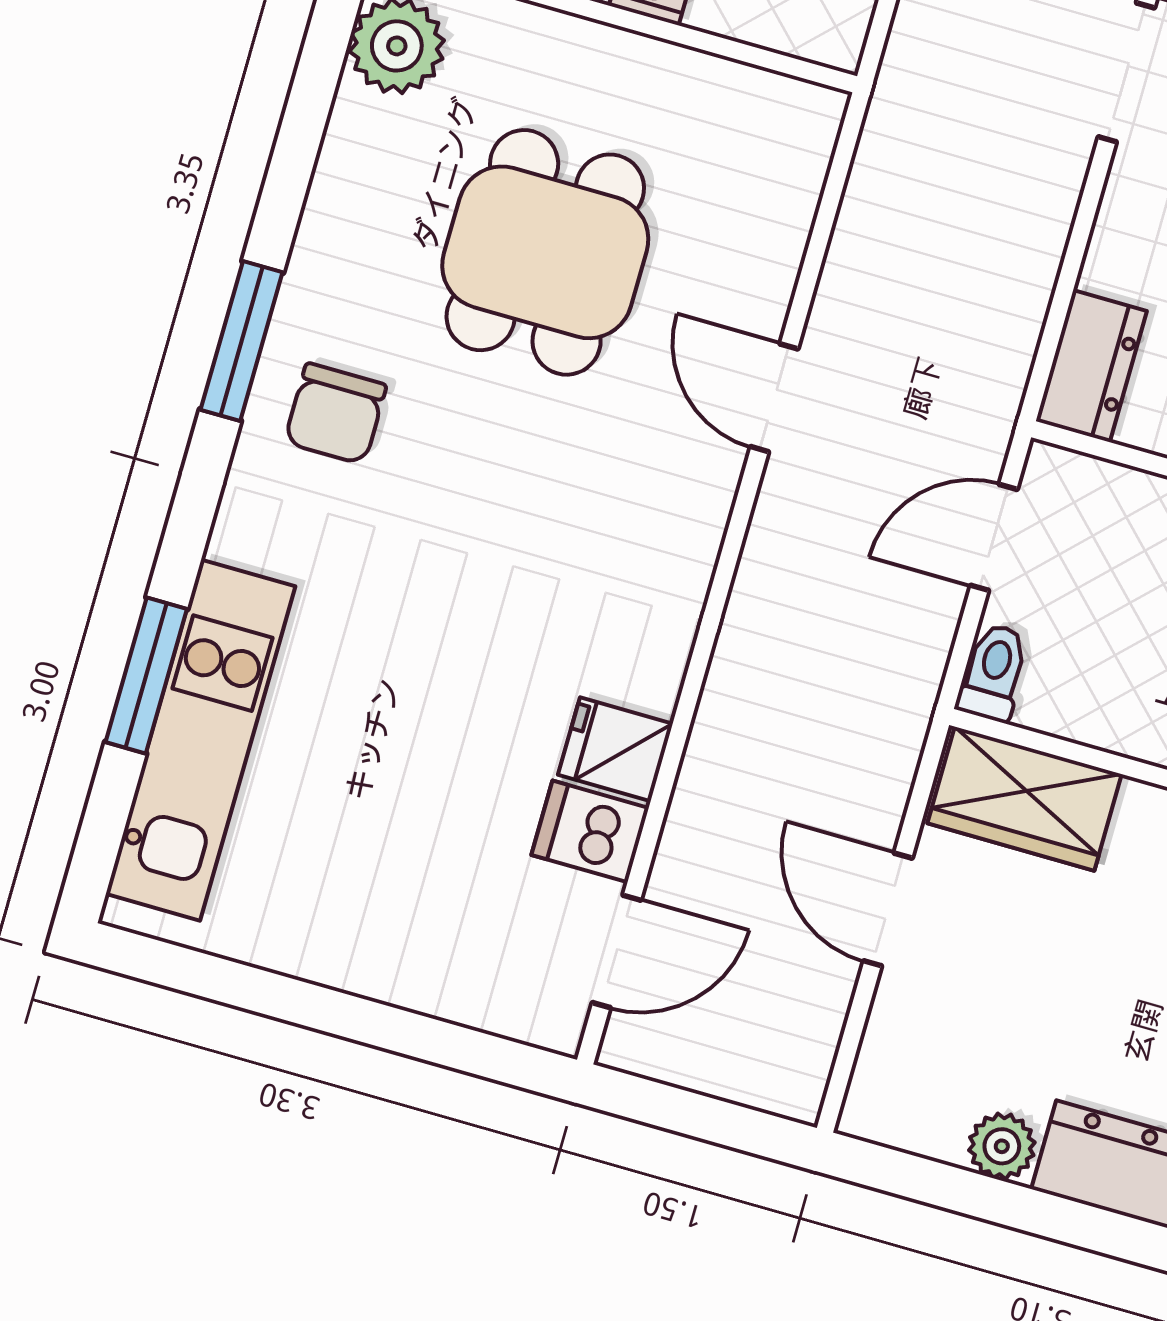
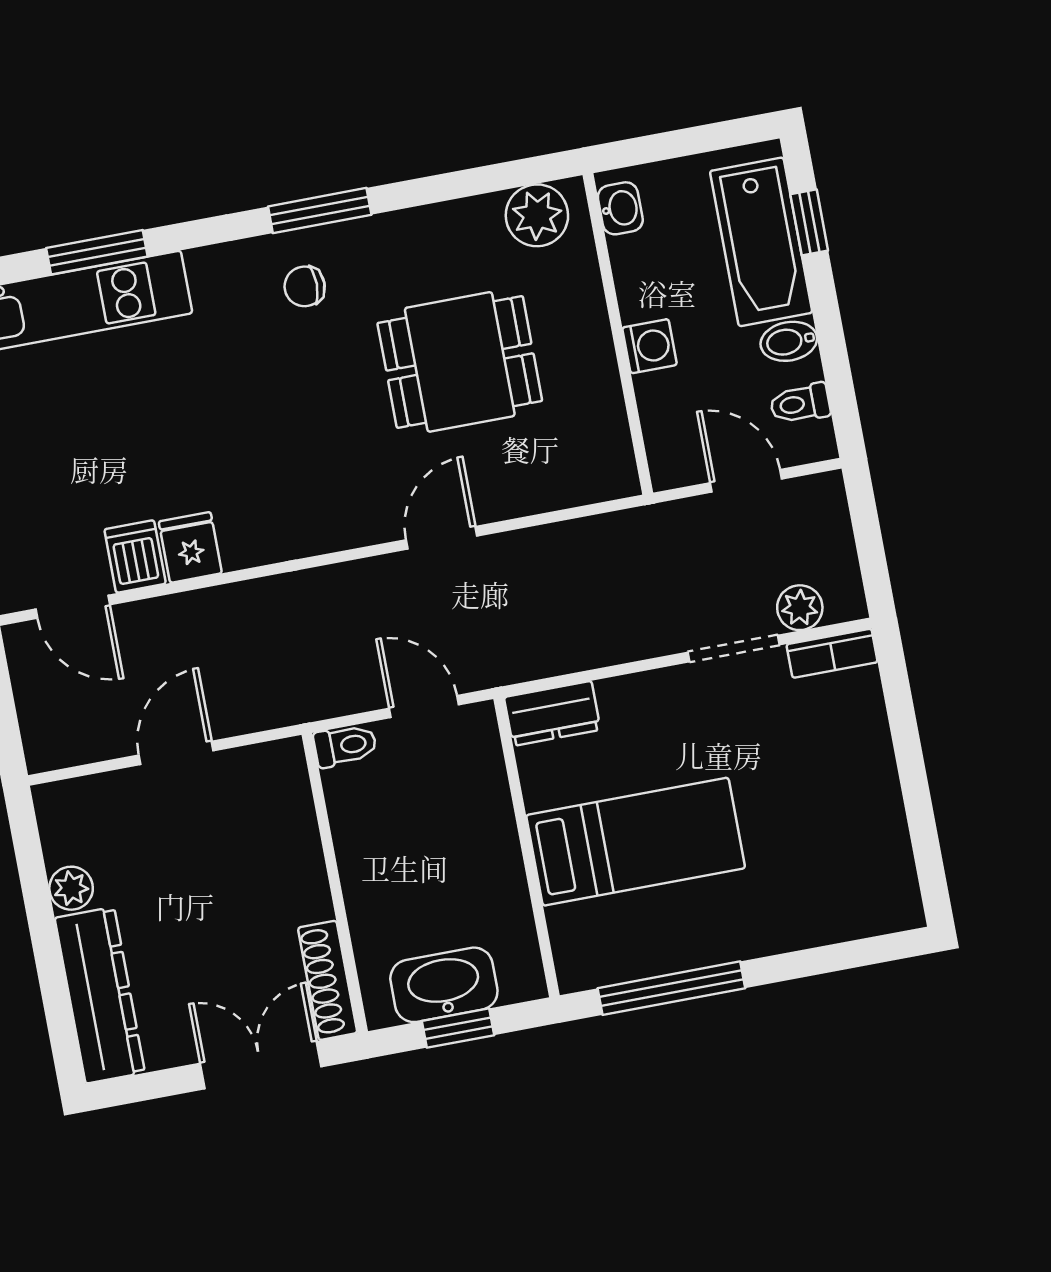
chair: (335, 414) -> (305, 286), width x0.73, depth x0.73
wardrobe: (1025, 799) -> (280, 800), removed

